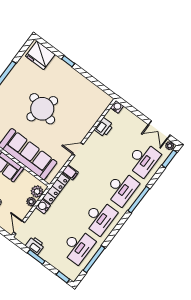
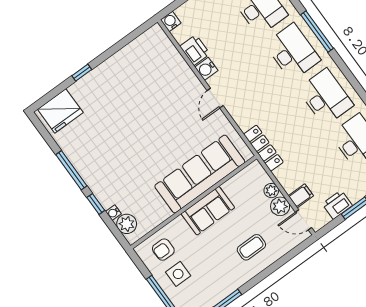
round table: (42, 109) -> (140, 132), removed
filing cabinet: (70, 172) -> (301, 196), moved
plant: (37, 191) -> (280, 206), moved
water cooler: (43, 206) -> (206, 69), moved

